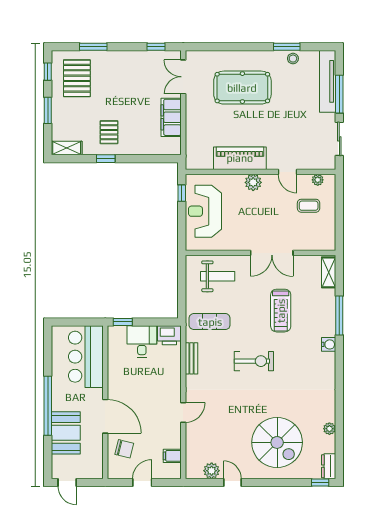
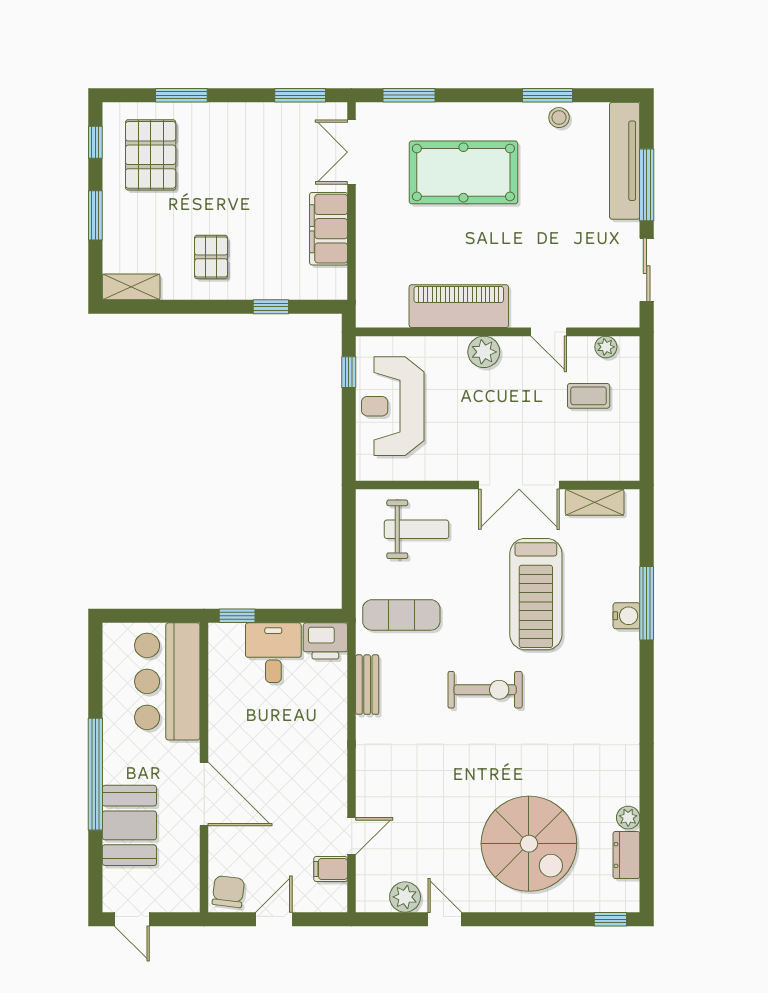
window: (156, 47) -> (300, 95), width x1.50
window: (214, 47) -> (409, 95), added
window: (106, 159) -> (271, 307), moved
shelving: (329, 272) -> (595, 502), moved, turned 90
treadmill: (281, 311) -> (536, 594), width x1.37, depth x1.38
water cooler: (329, 344) -> (626, 616), moved
door: (183, 413) -> (352, 836), moved
chair: (124, 449) -> (228, 892), moved, turned -97
dresser: (329, 466) -> (626, 855), moved

